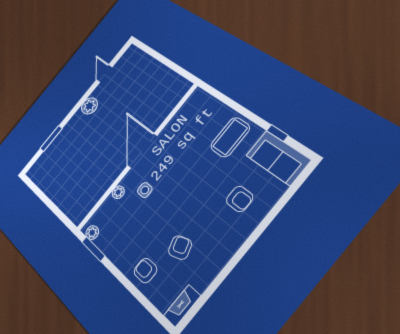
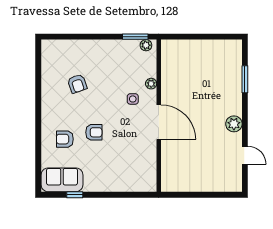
coffee table: (230, 137) -> (103, 172), removed
armchair: (145, 271) -> (94, 132), moved
fireplace: (182, 306) -> (47, 54), removed

